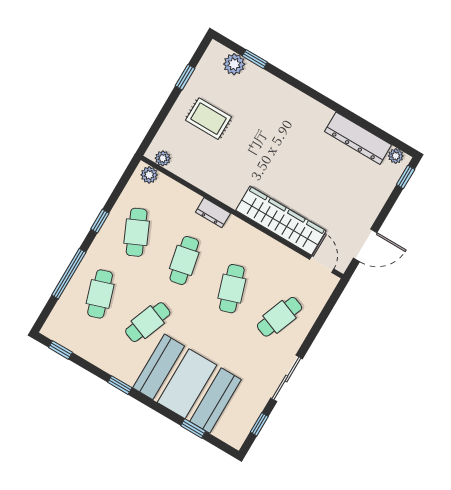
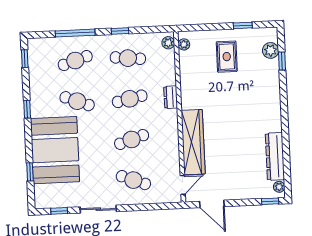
cafe table: (137, 232) -> (128, 58), turned 30

